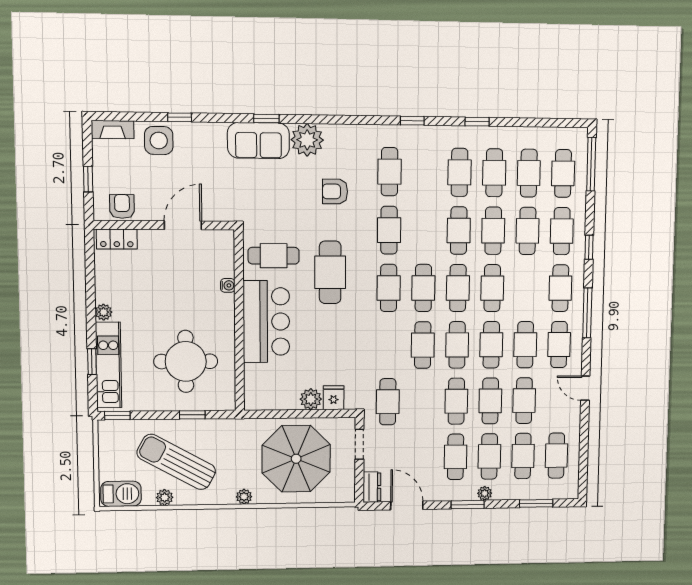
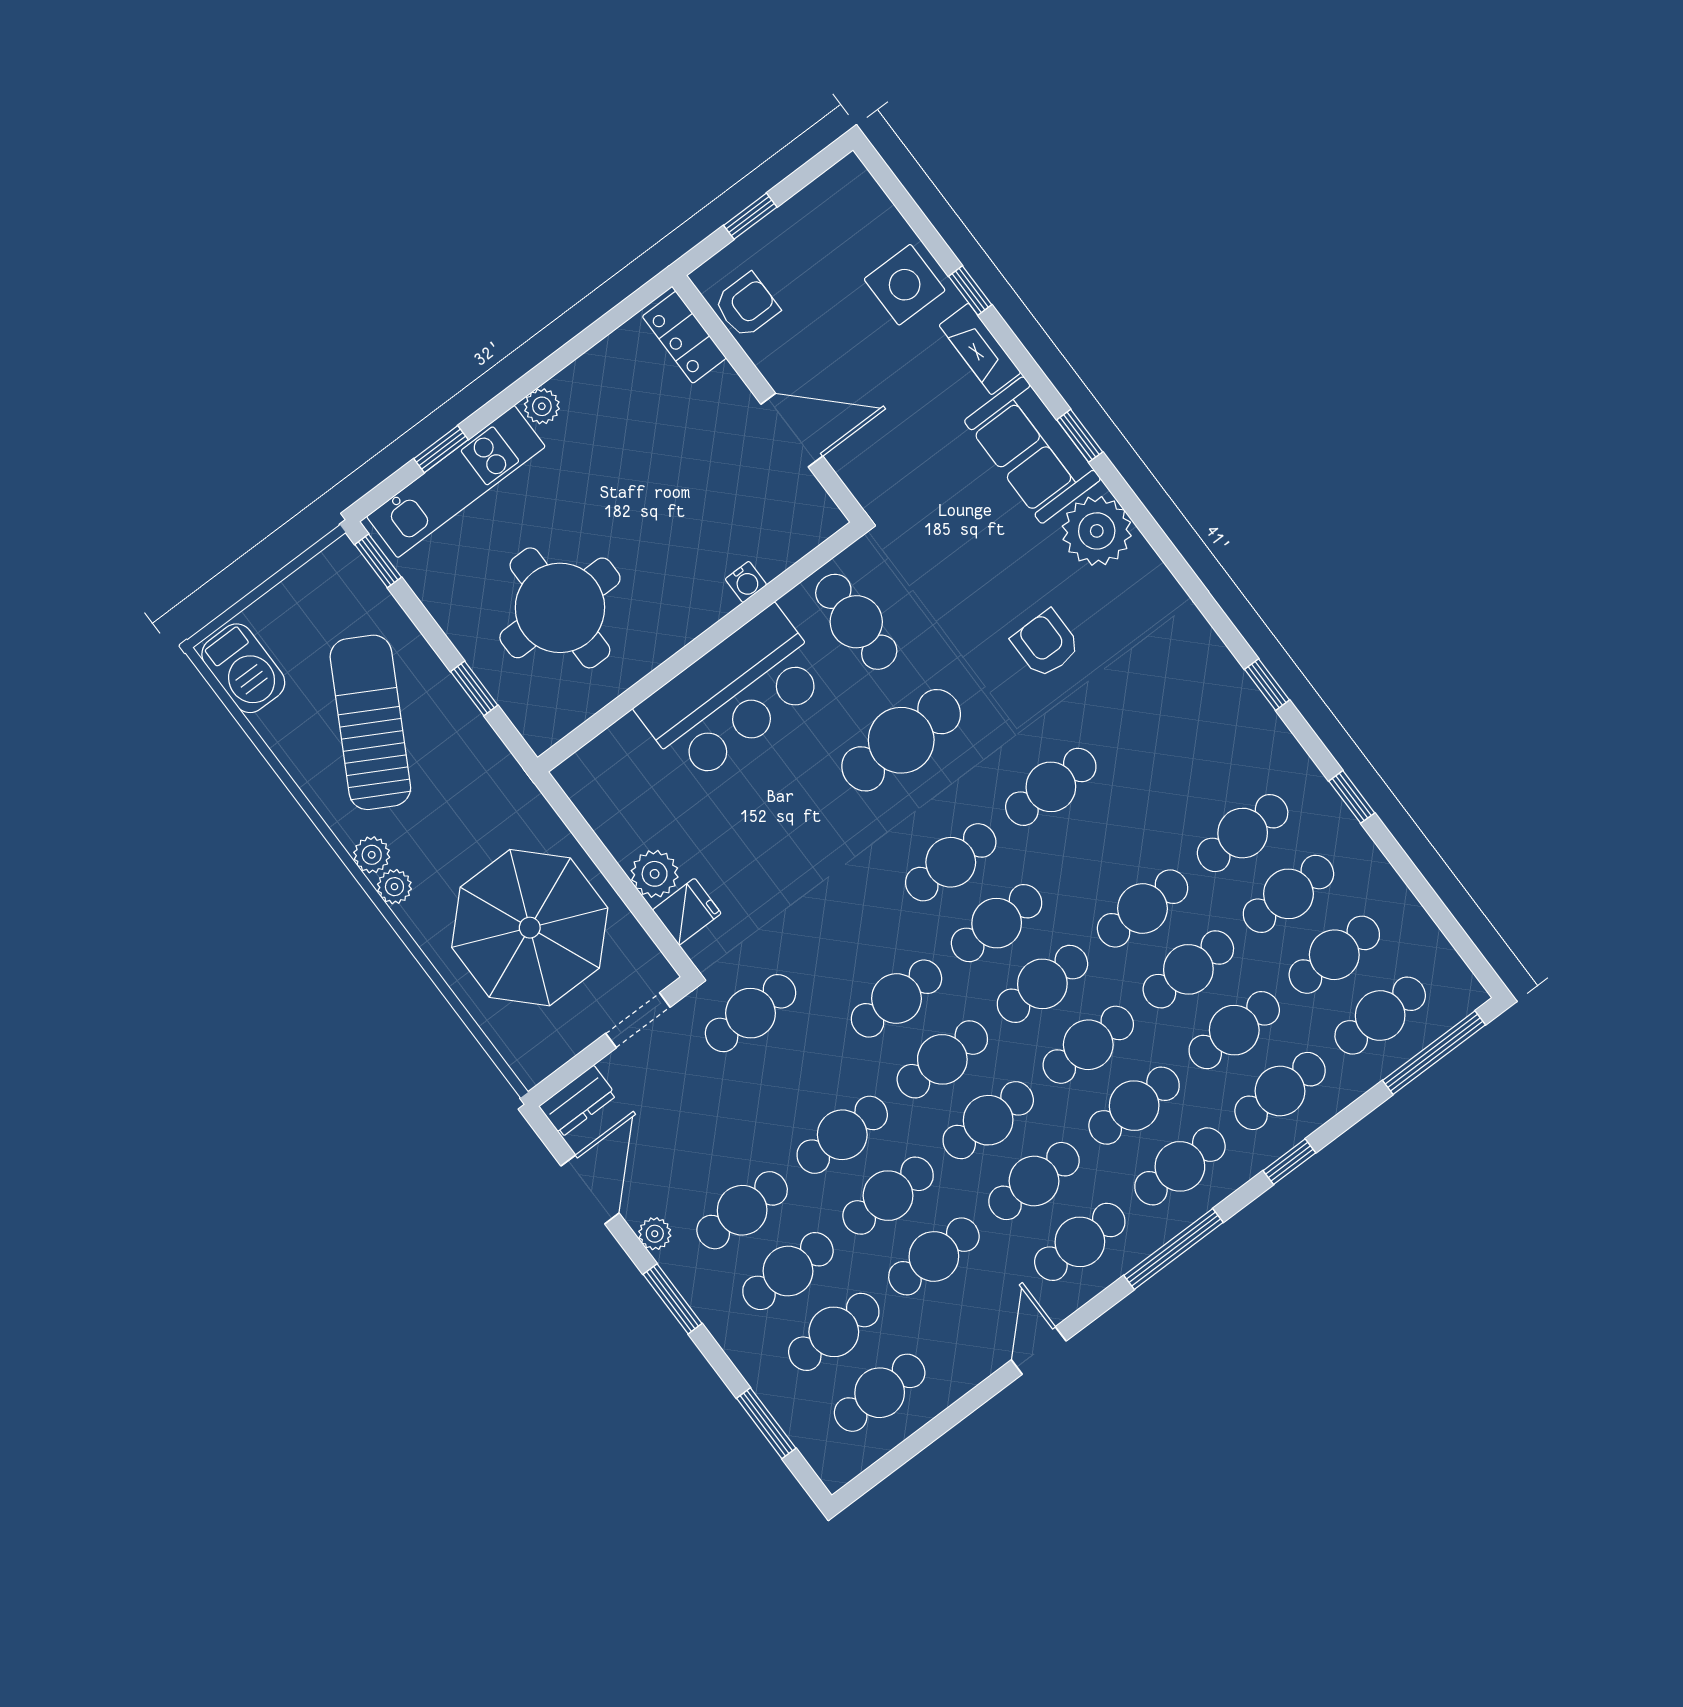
fireplace: (113, 130) -> (980, 349), moved
cafe table: (389, 172) -> (1134, 1106), moved
plant: (485, 493) -> (655, 1234), moved
plant: (165, 497) -> (372, 855), moved

